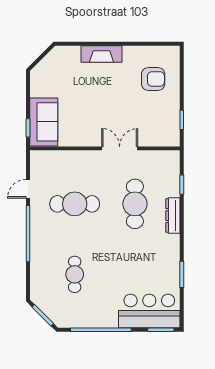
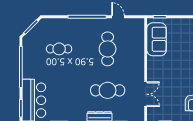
sofa: (44, 122) -> (157, 39), moved, turned -90
double door: (120, 148) -> (146, 94), moved

